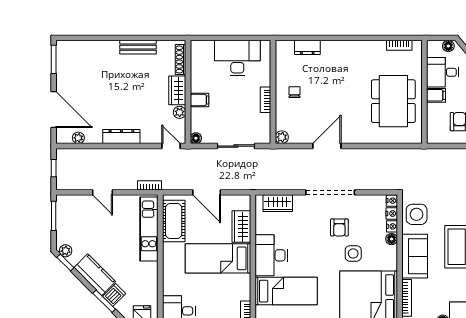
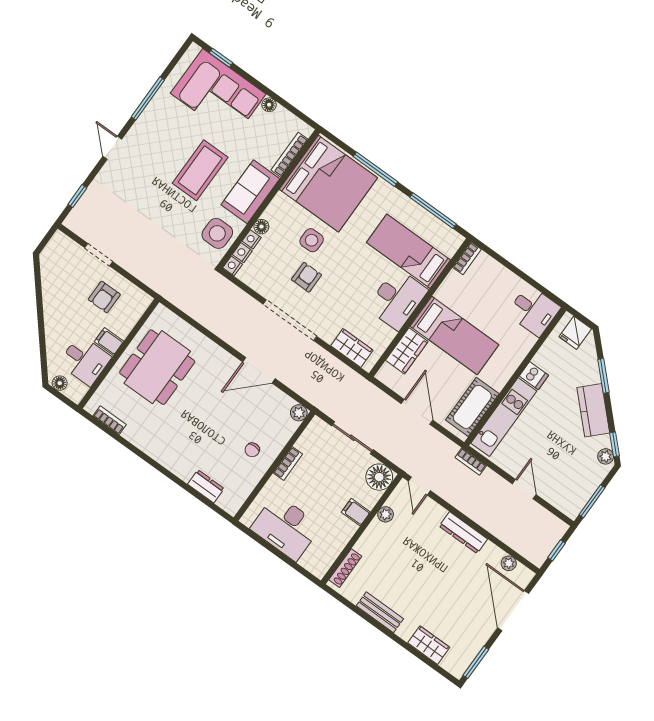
wardrobe: (177, 90) -> (429, 645), moved, turned -90
floor lamp: (196, 138) -> (379, 477), width x1.89, depth x1.89
dishwasher: (114, 295) -> (534, 376), moved, turned -135

